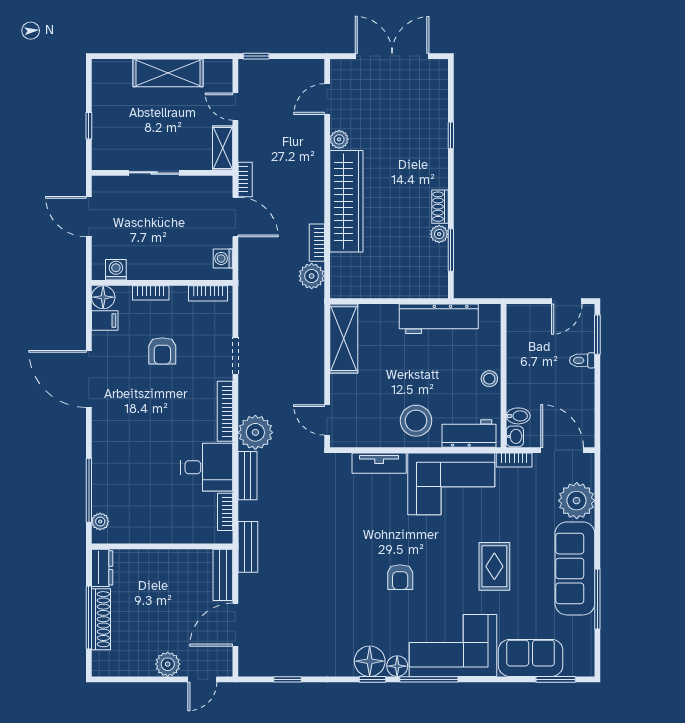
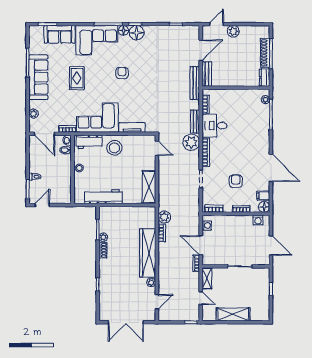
plant: (577, 501) -> (34, 114), width x0.53, depth x0.53
bench: (248, 547) -> (195, 83), width x1.36

